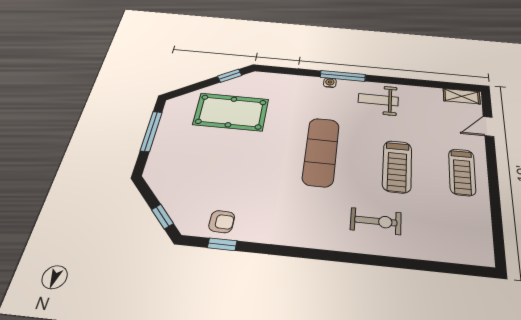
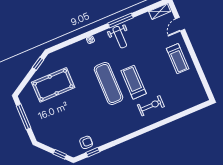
window: (343, 76) -> (120, 20), moved
weight bench: (378, 100) -> (120, 37), turned -90
treadmill: (397, 166) -> (134, 82), moved, turned 180

